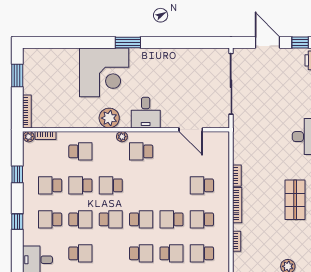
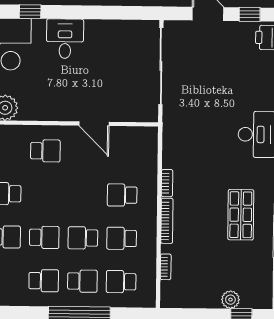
window: (128, 42) -> (30, 12), width x0.67
desk: (146, 113) -> (65, 39), moved, turned 180
door: (191, 130) -> (94, 124), moved
plant: (122, 137) -> (21, 132), removed
school desk: (141, 151) -> (45, 151), turned 180

